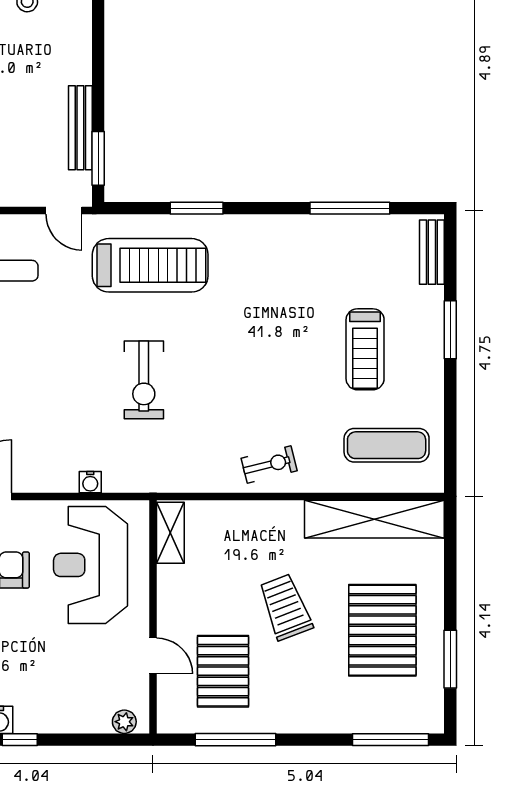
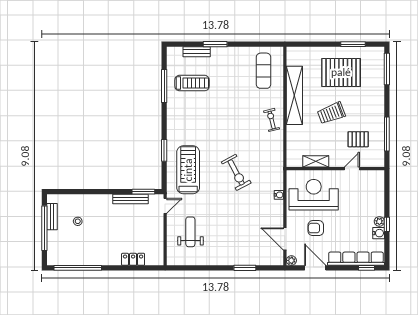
bench: (432, 252) -> (197, 52), moved
treadmill: (365, 349) -> (192, 83), moved
exercise bike: (144, 380) -> (236, 172), turned 62
shelving: (374, 519) -> (294, 95), moved
shelving: (170, 533) -> (316, 161), moved
reception desk: (91, 565) -> (314, 195), turned 180
pallet: (223, 671) -> (358, 139), width x0.67, depth x0.71
plant: (124, 722) -> (379, 221), moved

